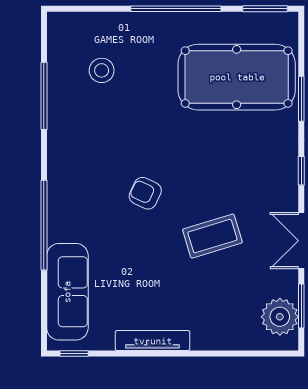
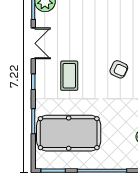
coffee table: (212, 236) -> (69, 76), moved, turned -73

